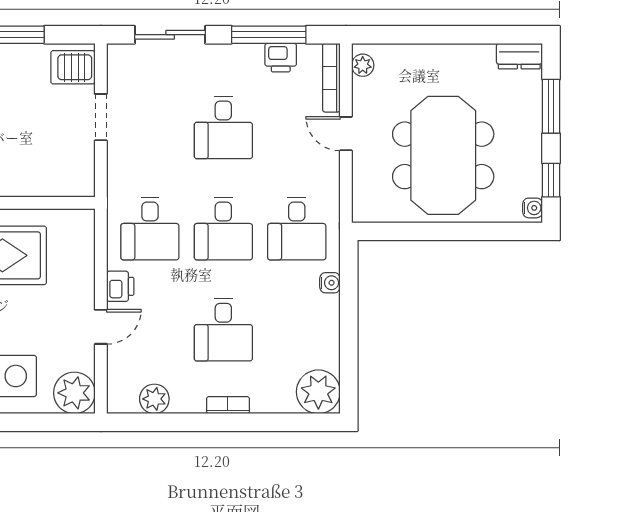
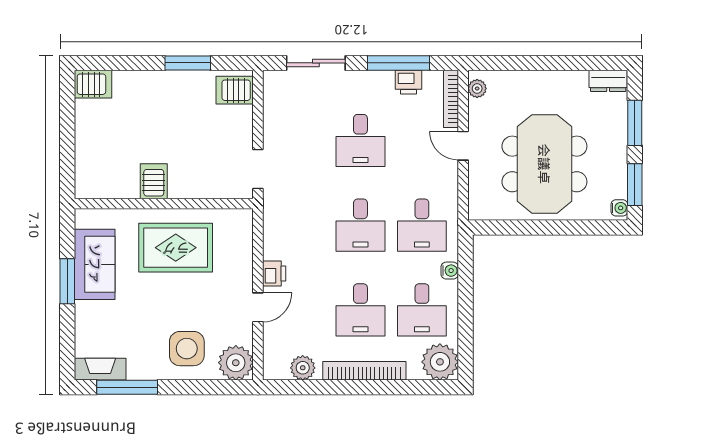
doorway: (101, 117) -> (258, 169), moved
window: (551, 180) -> (635, 185), width x1.50
desk: (150, 228) -> (422, 310), moved
bookcase: (228, 405) -> (364, 371), width x2.31, depth x1.31

